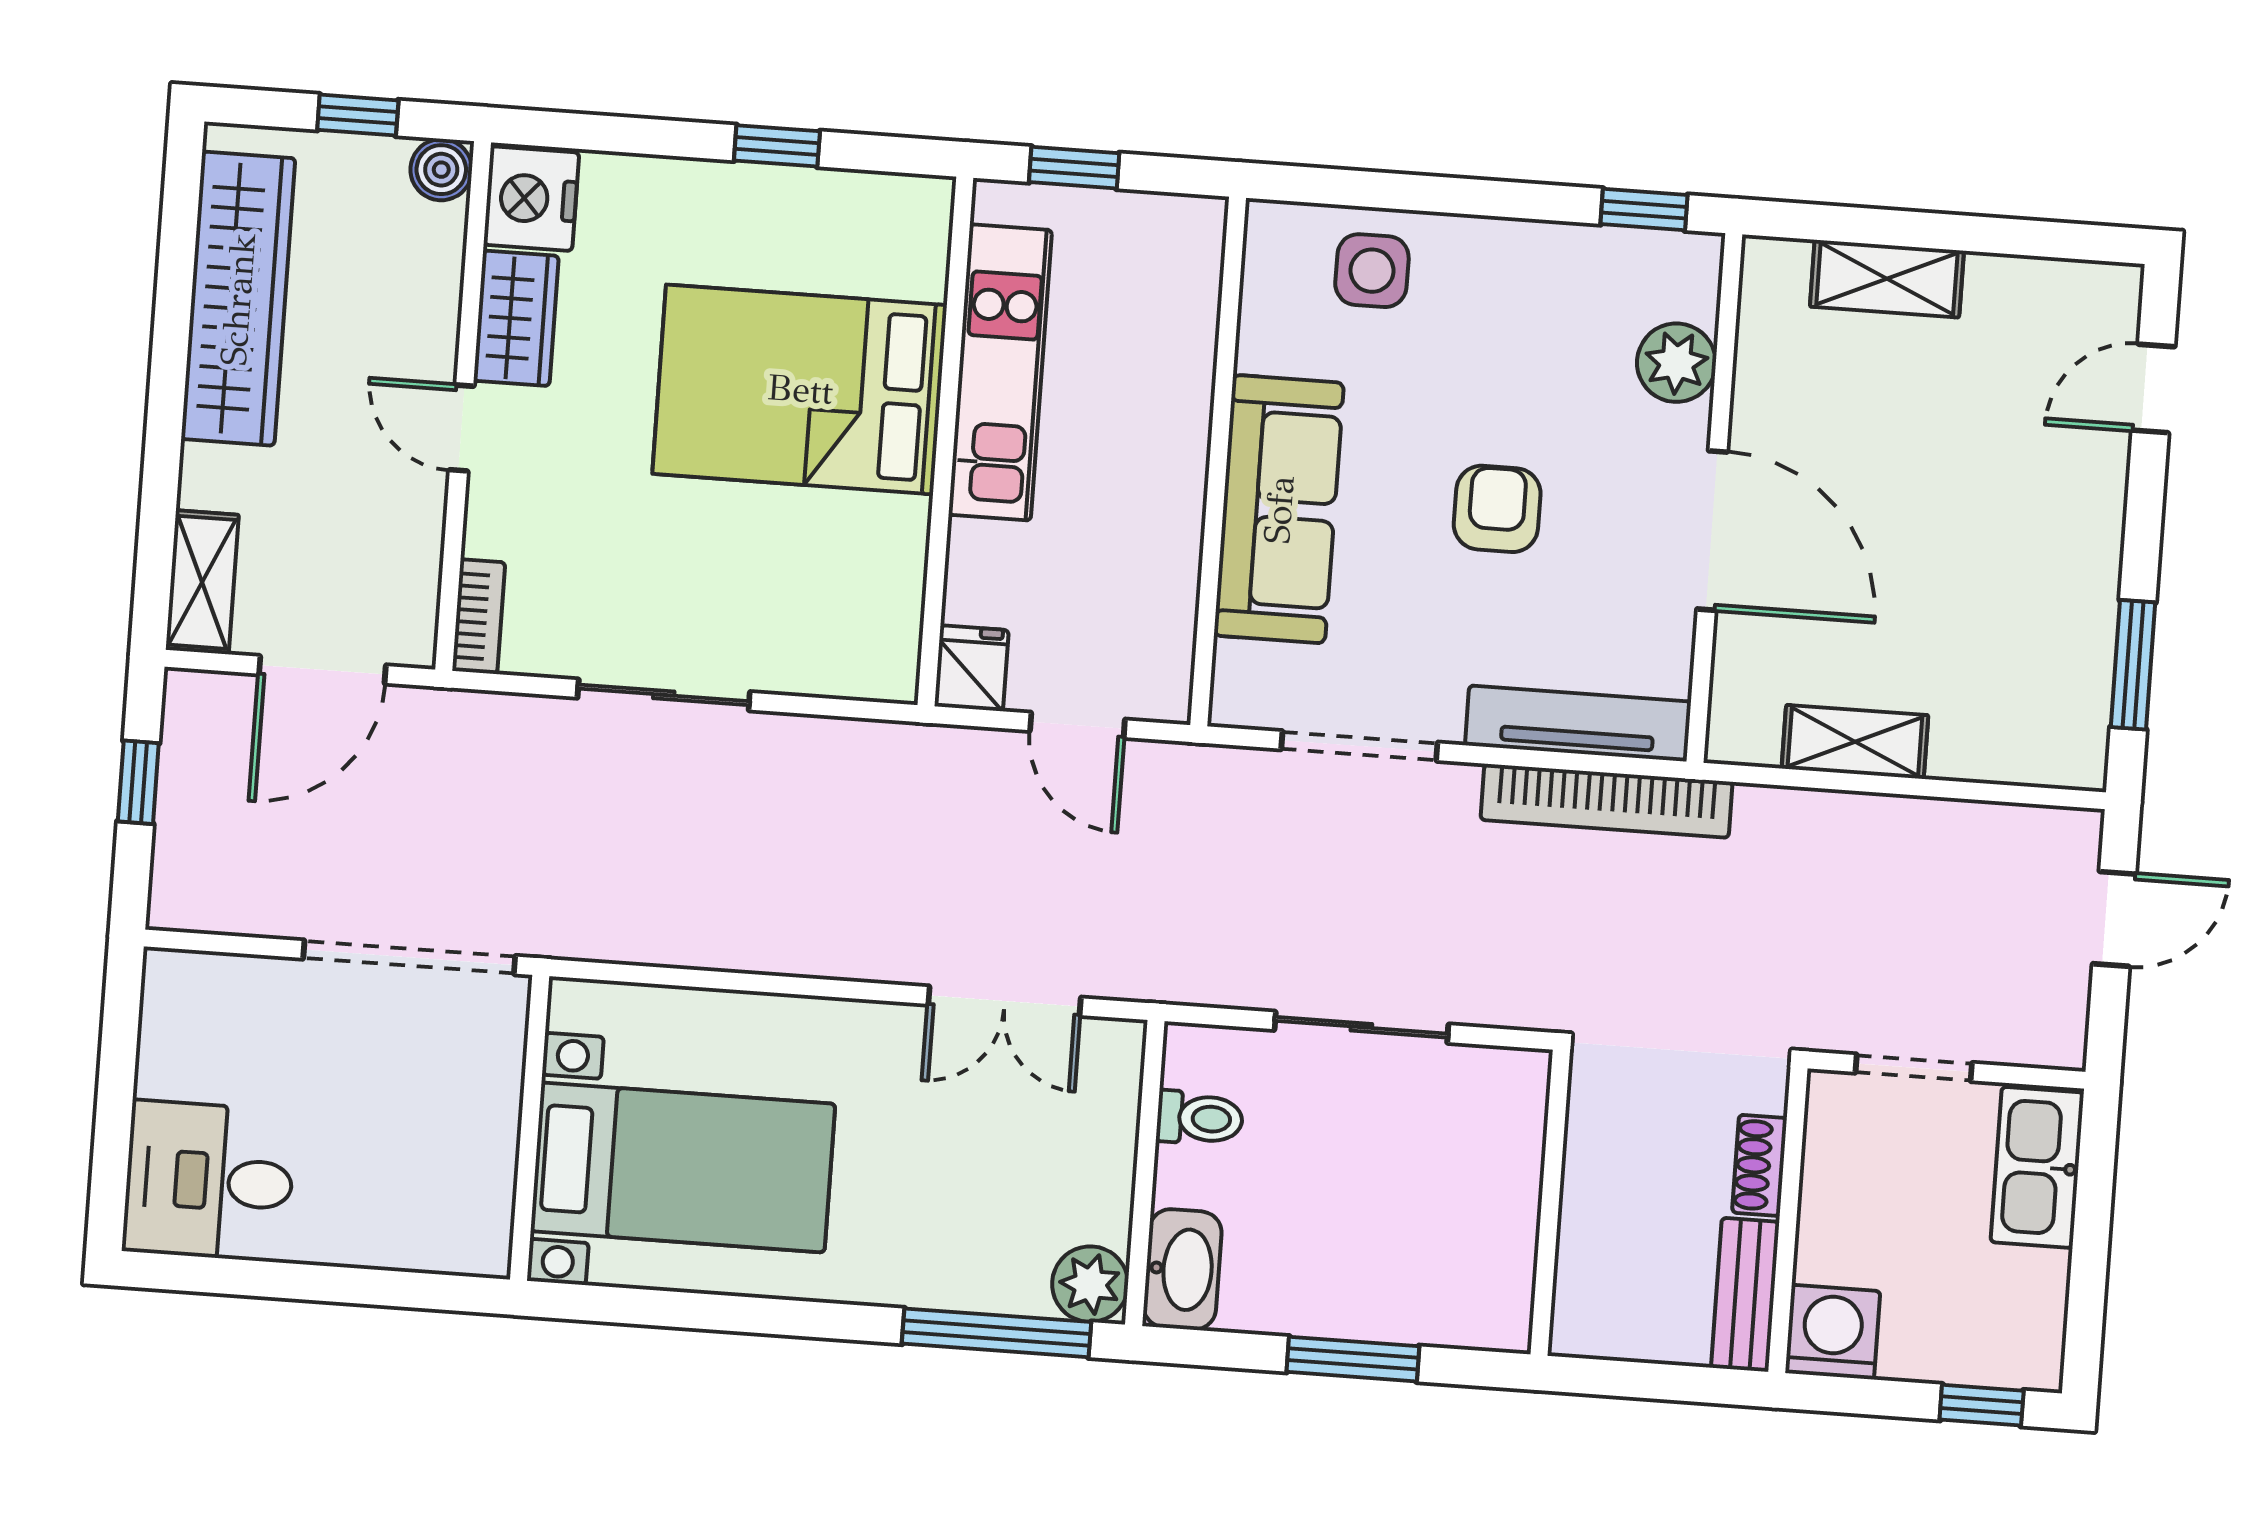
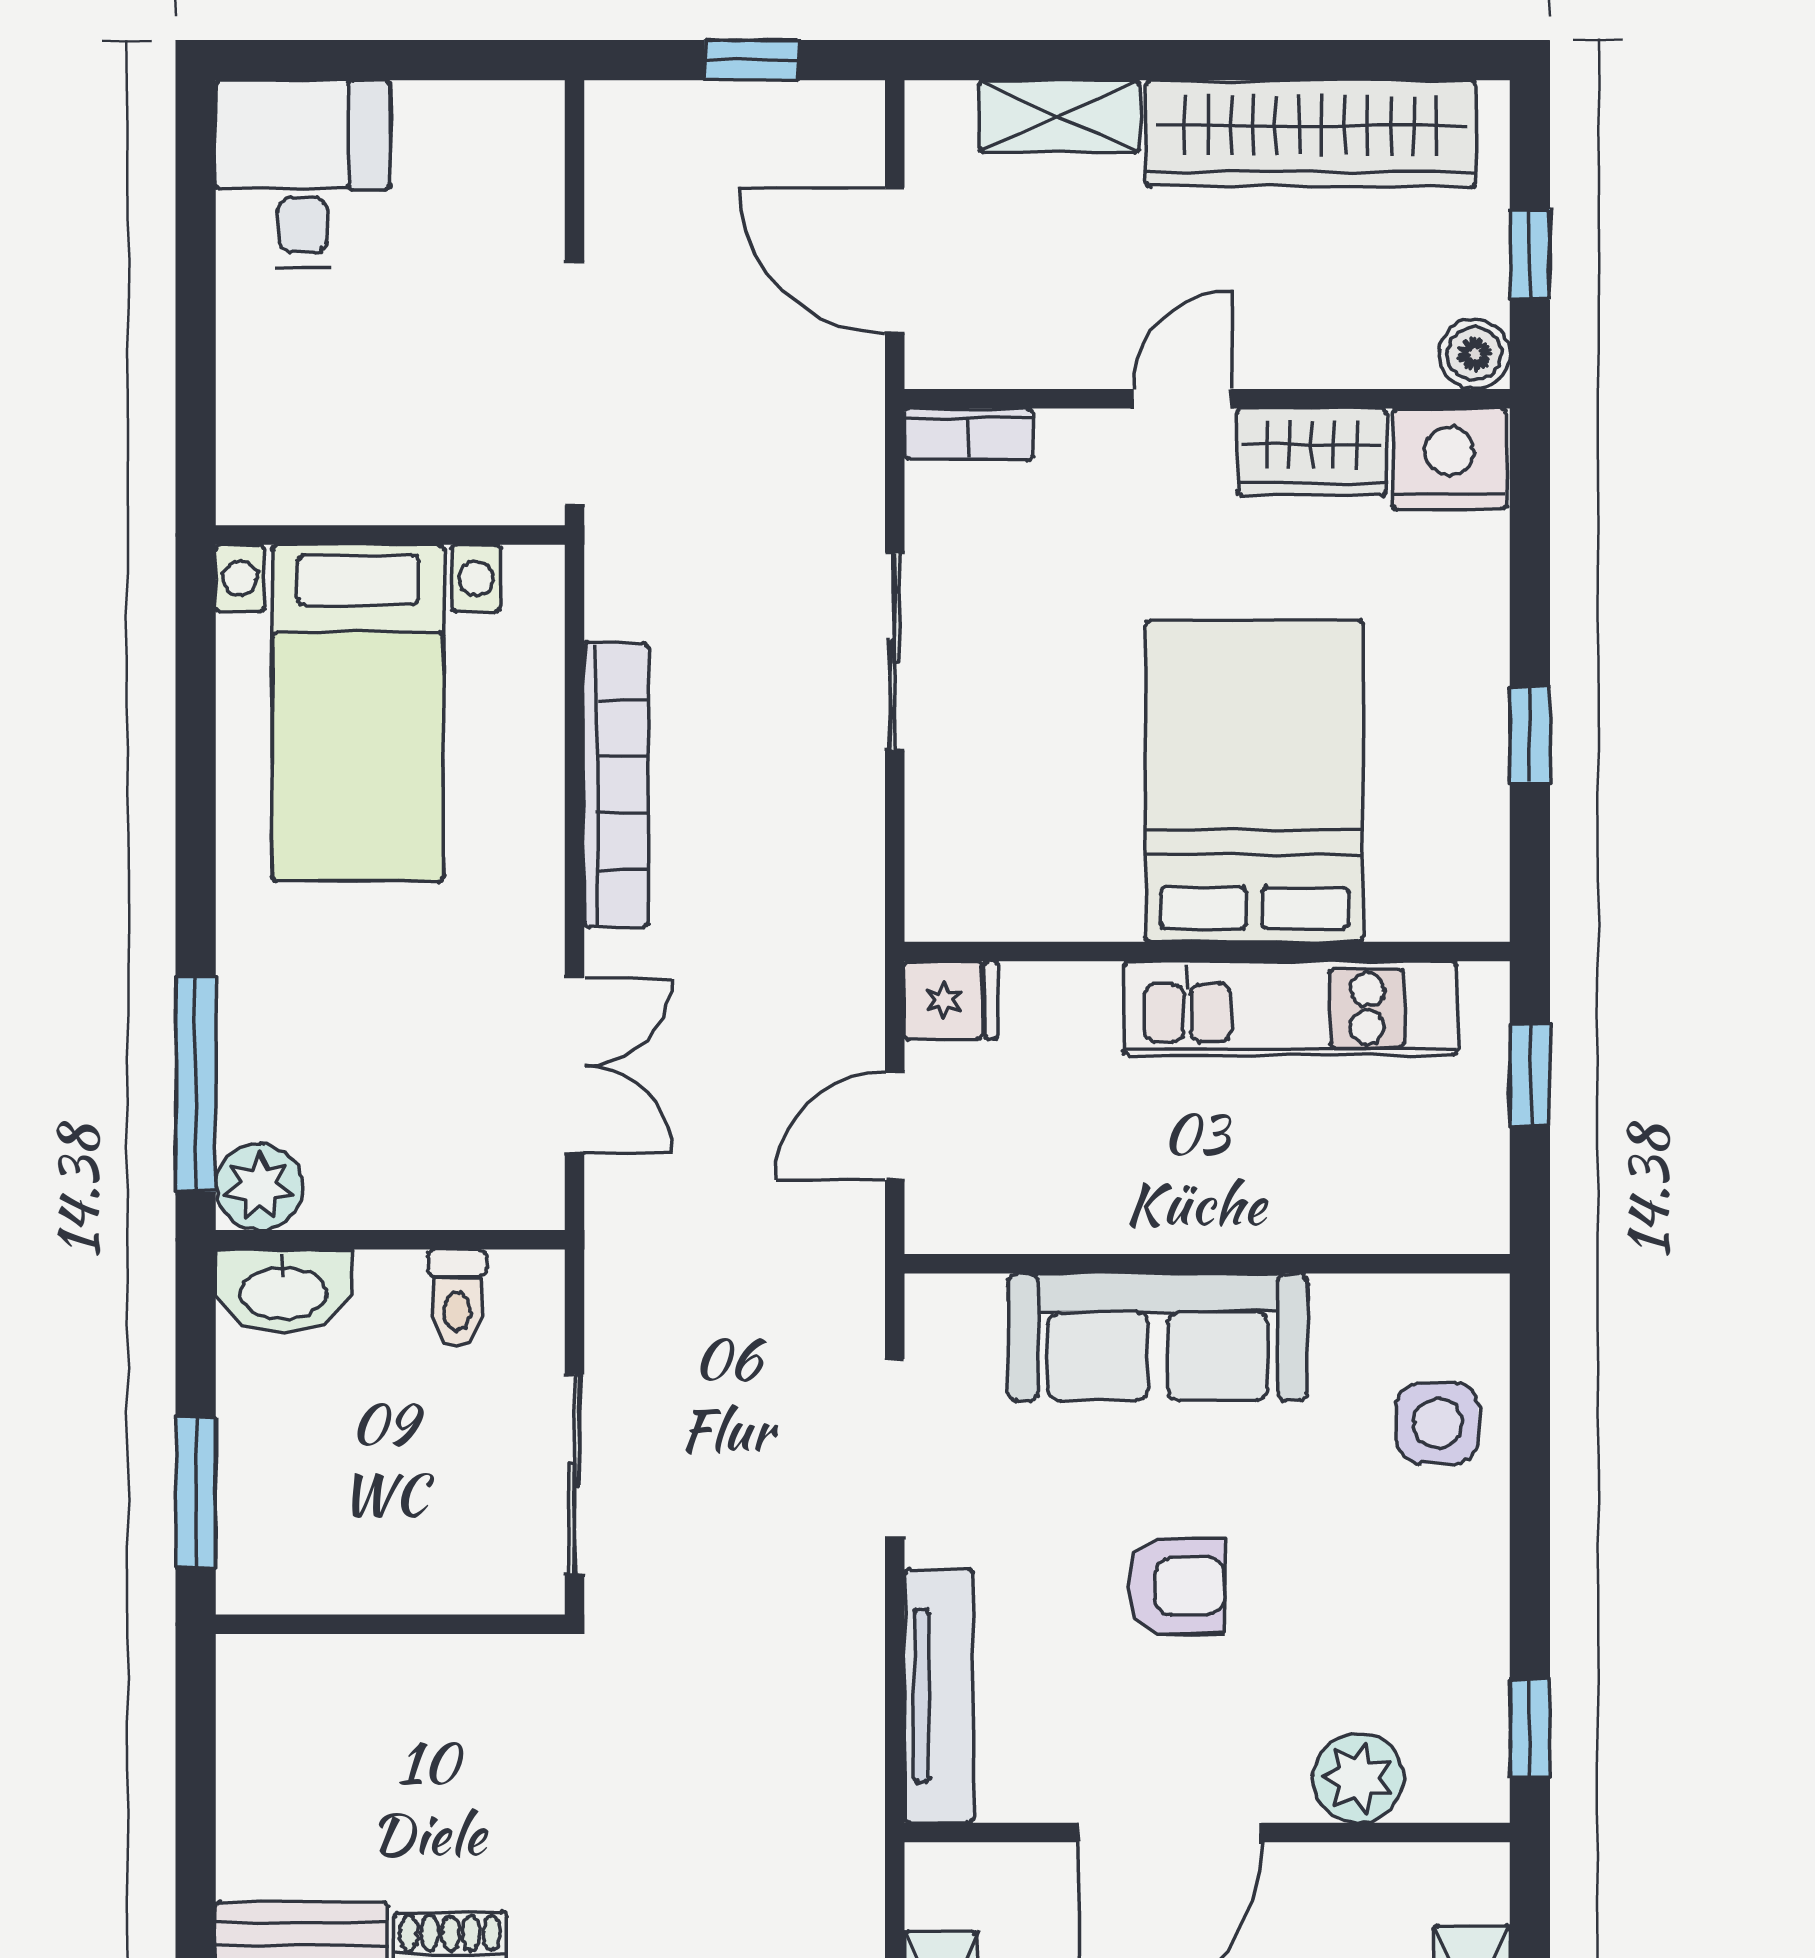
shelving: (202, 582) -> (1059, 116), moved
bookcase: (1606, 801) -> (616, 785), moved, turned 180
double door: (1004, 1001) -> (574, 1066), swing flipped
wall: (1550, 1203) -> (390, 1624), moved

